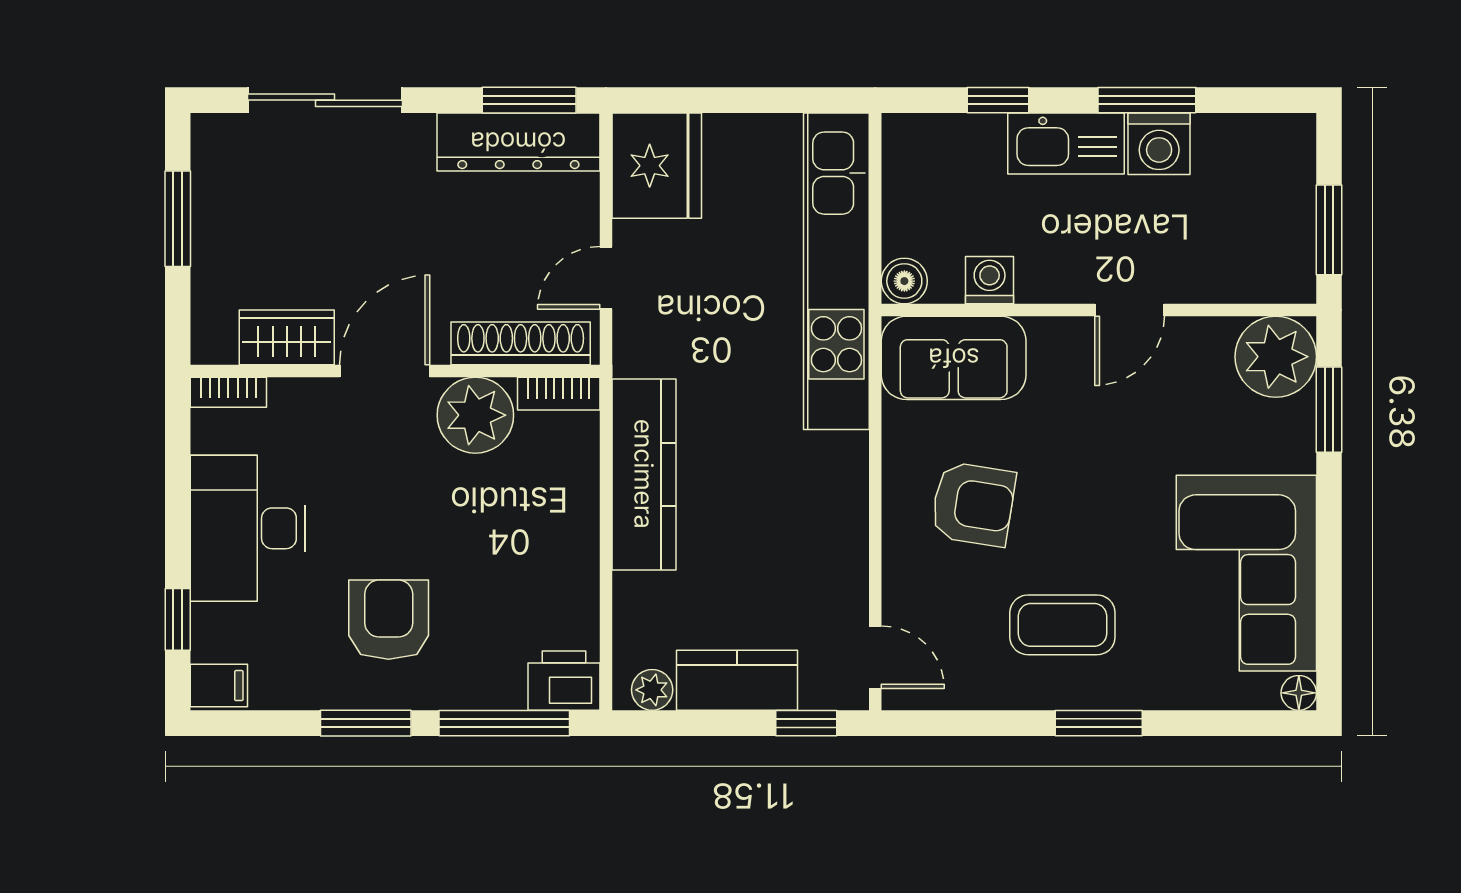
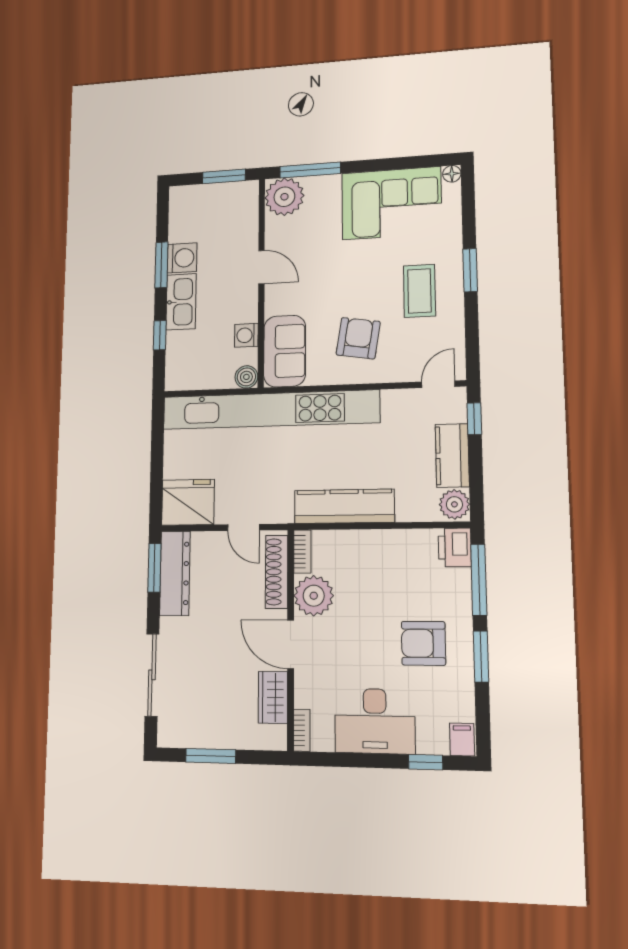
kitchen unit: (836, 271) -> (270, 410), width x1.36
window: (1329, 410) -> (310, 170), width x1.44
plant: (652, 690) -> (454, 504), width x1.38, depth x1.38

